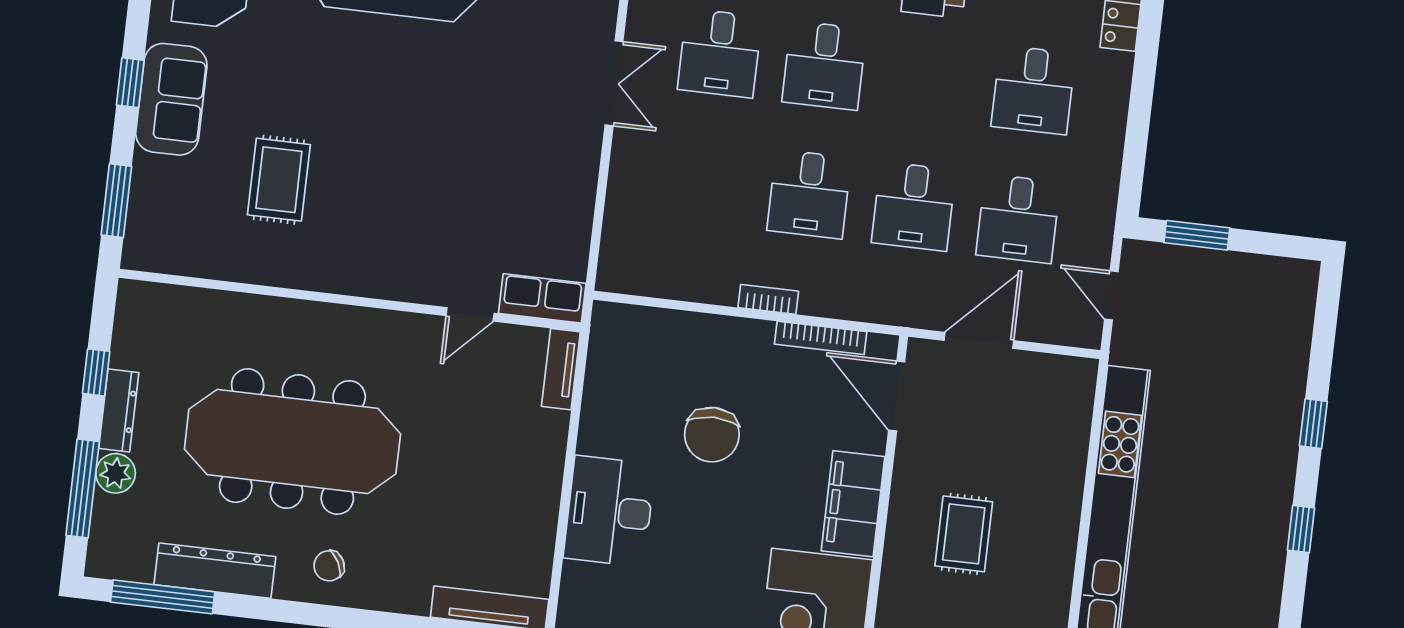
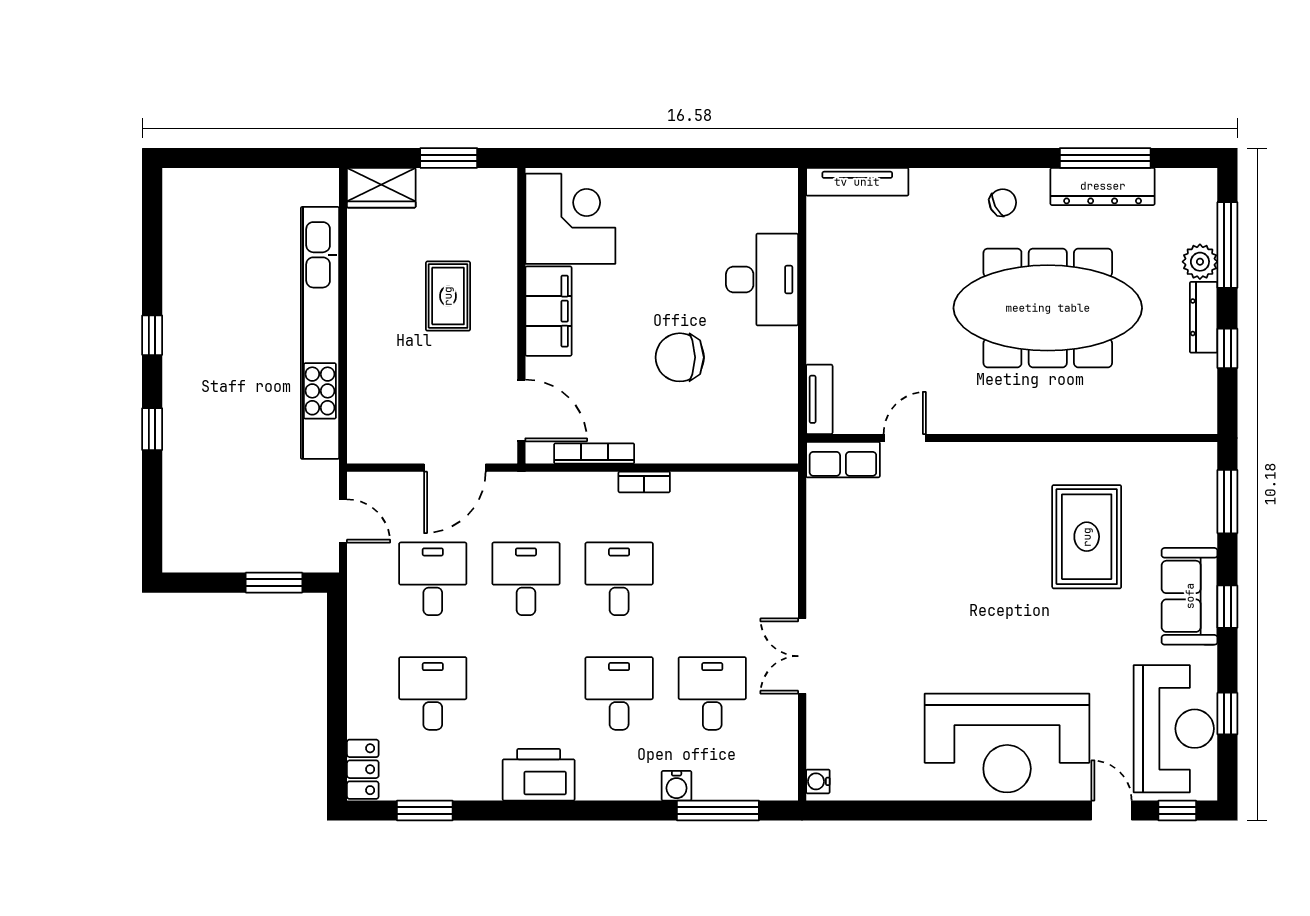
rug: (279, 180) -> (1087, 537), width x1.36, depth x1.43
chair: (712, 435) -> (680, 357), turned -90
window: (163, 597) -> (1105, 158), moved

